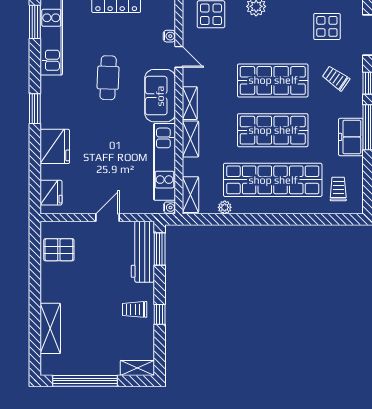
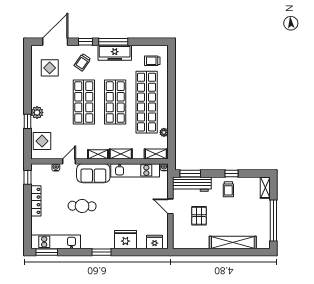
freezer: (351, 137) -> (115, 53), width x1.40
pallet: (59, 250) -> (199, 216), moved
shelving: (50, 328) -> (233, 242), width x1.47

